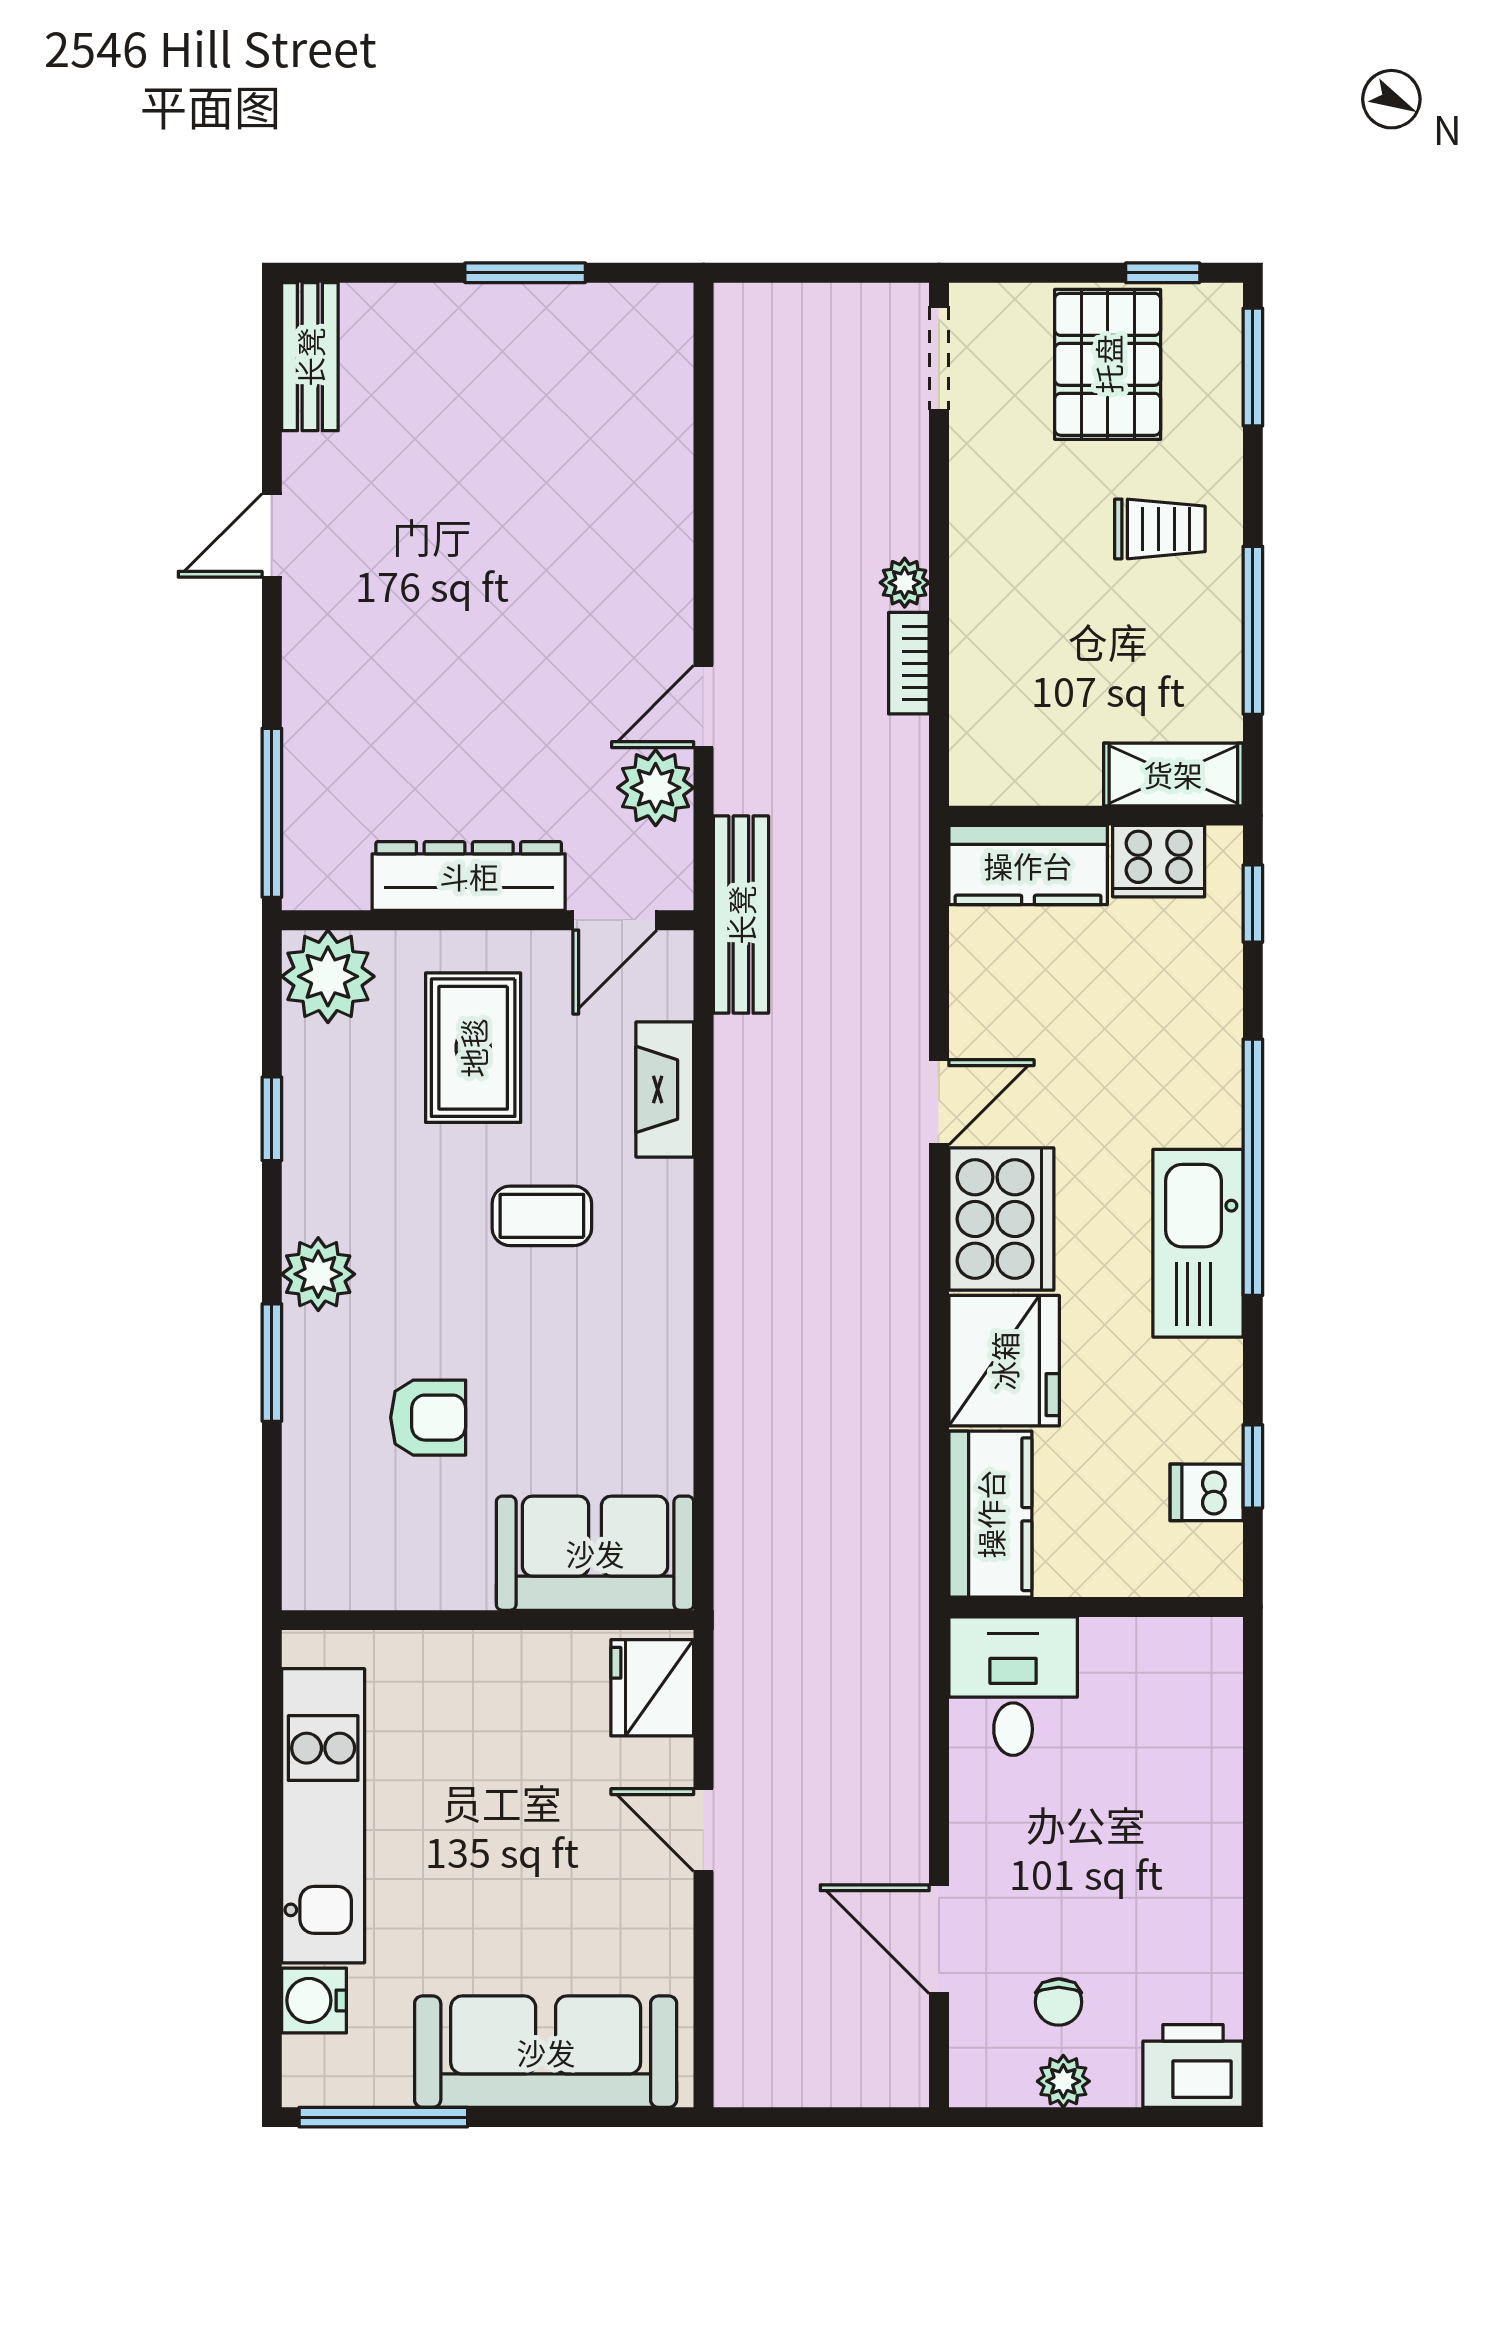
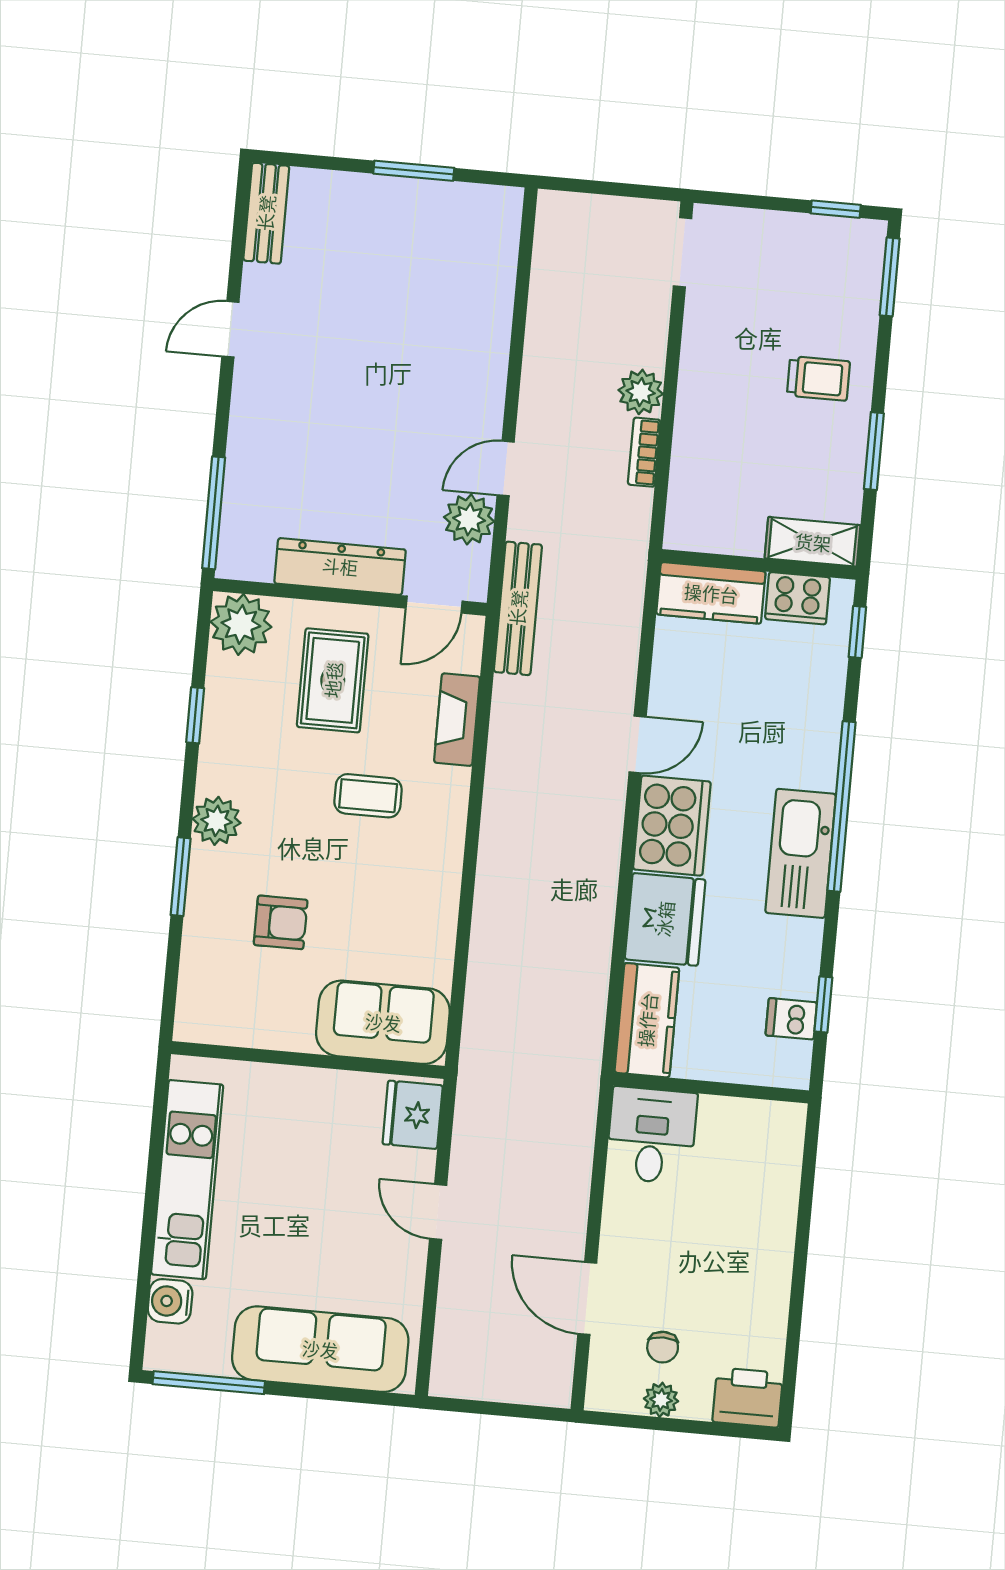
pallet: (1108, 364) -> (794, 266), removed
plant: (905, 583) -> (641, 392), width x1.38, depth x1.38
window: (1253, 630) -> (874, 451), width x0.69

